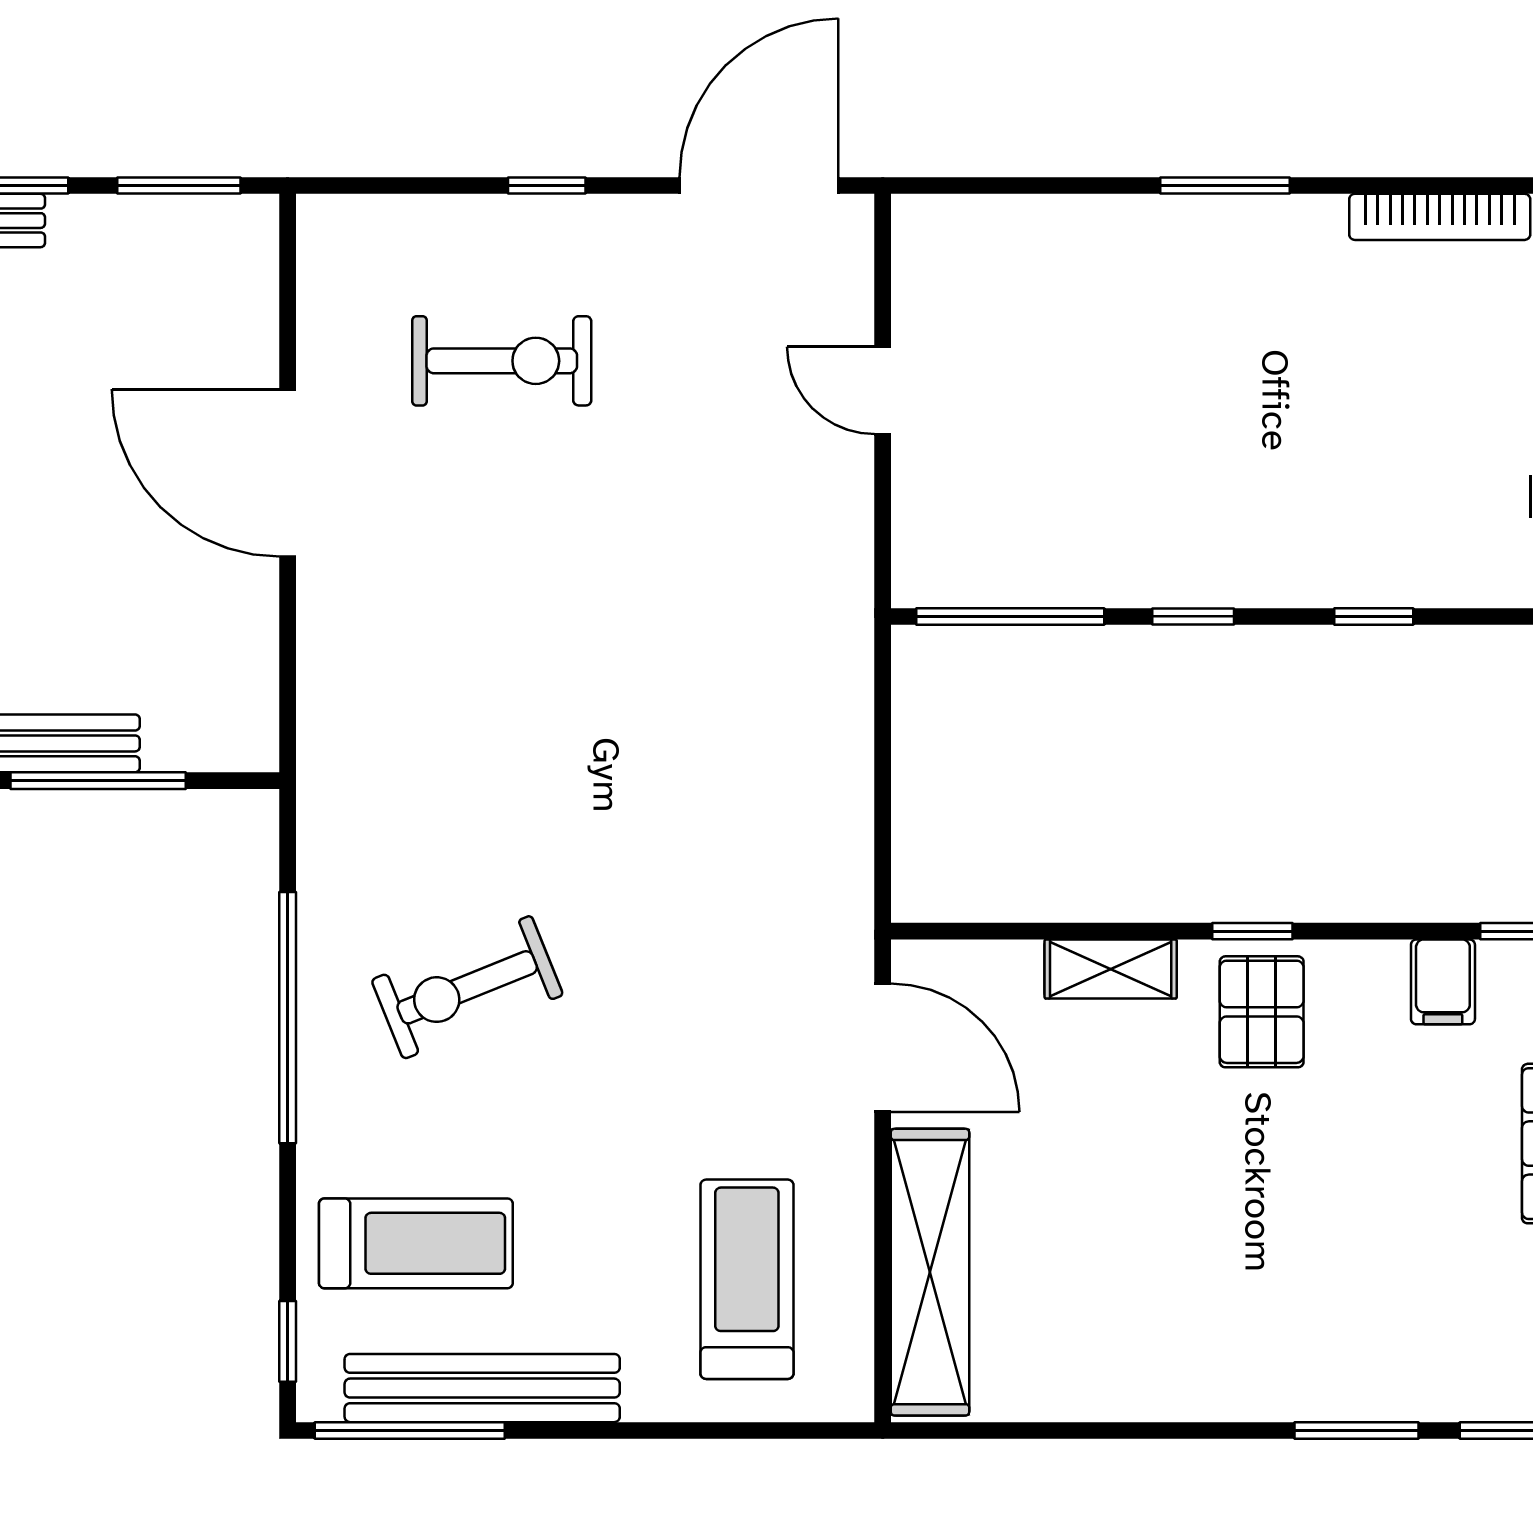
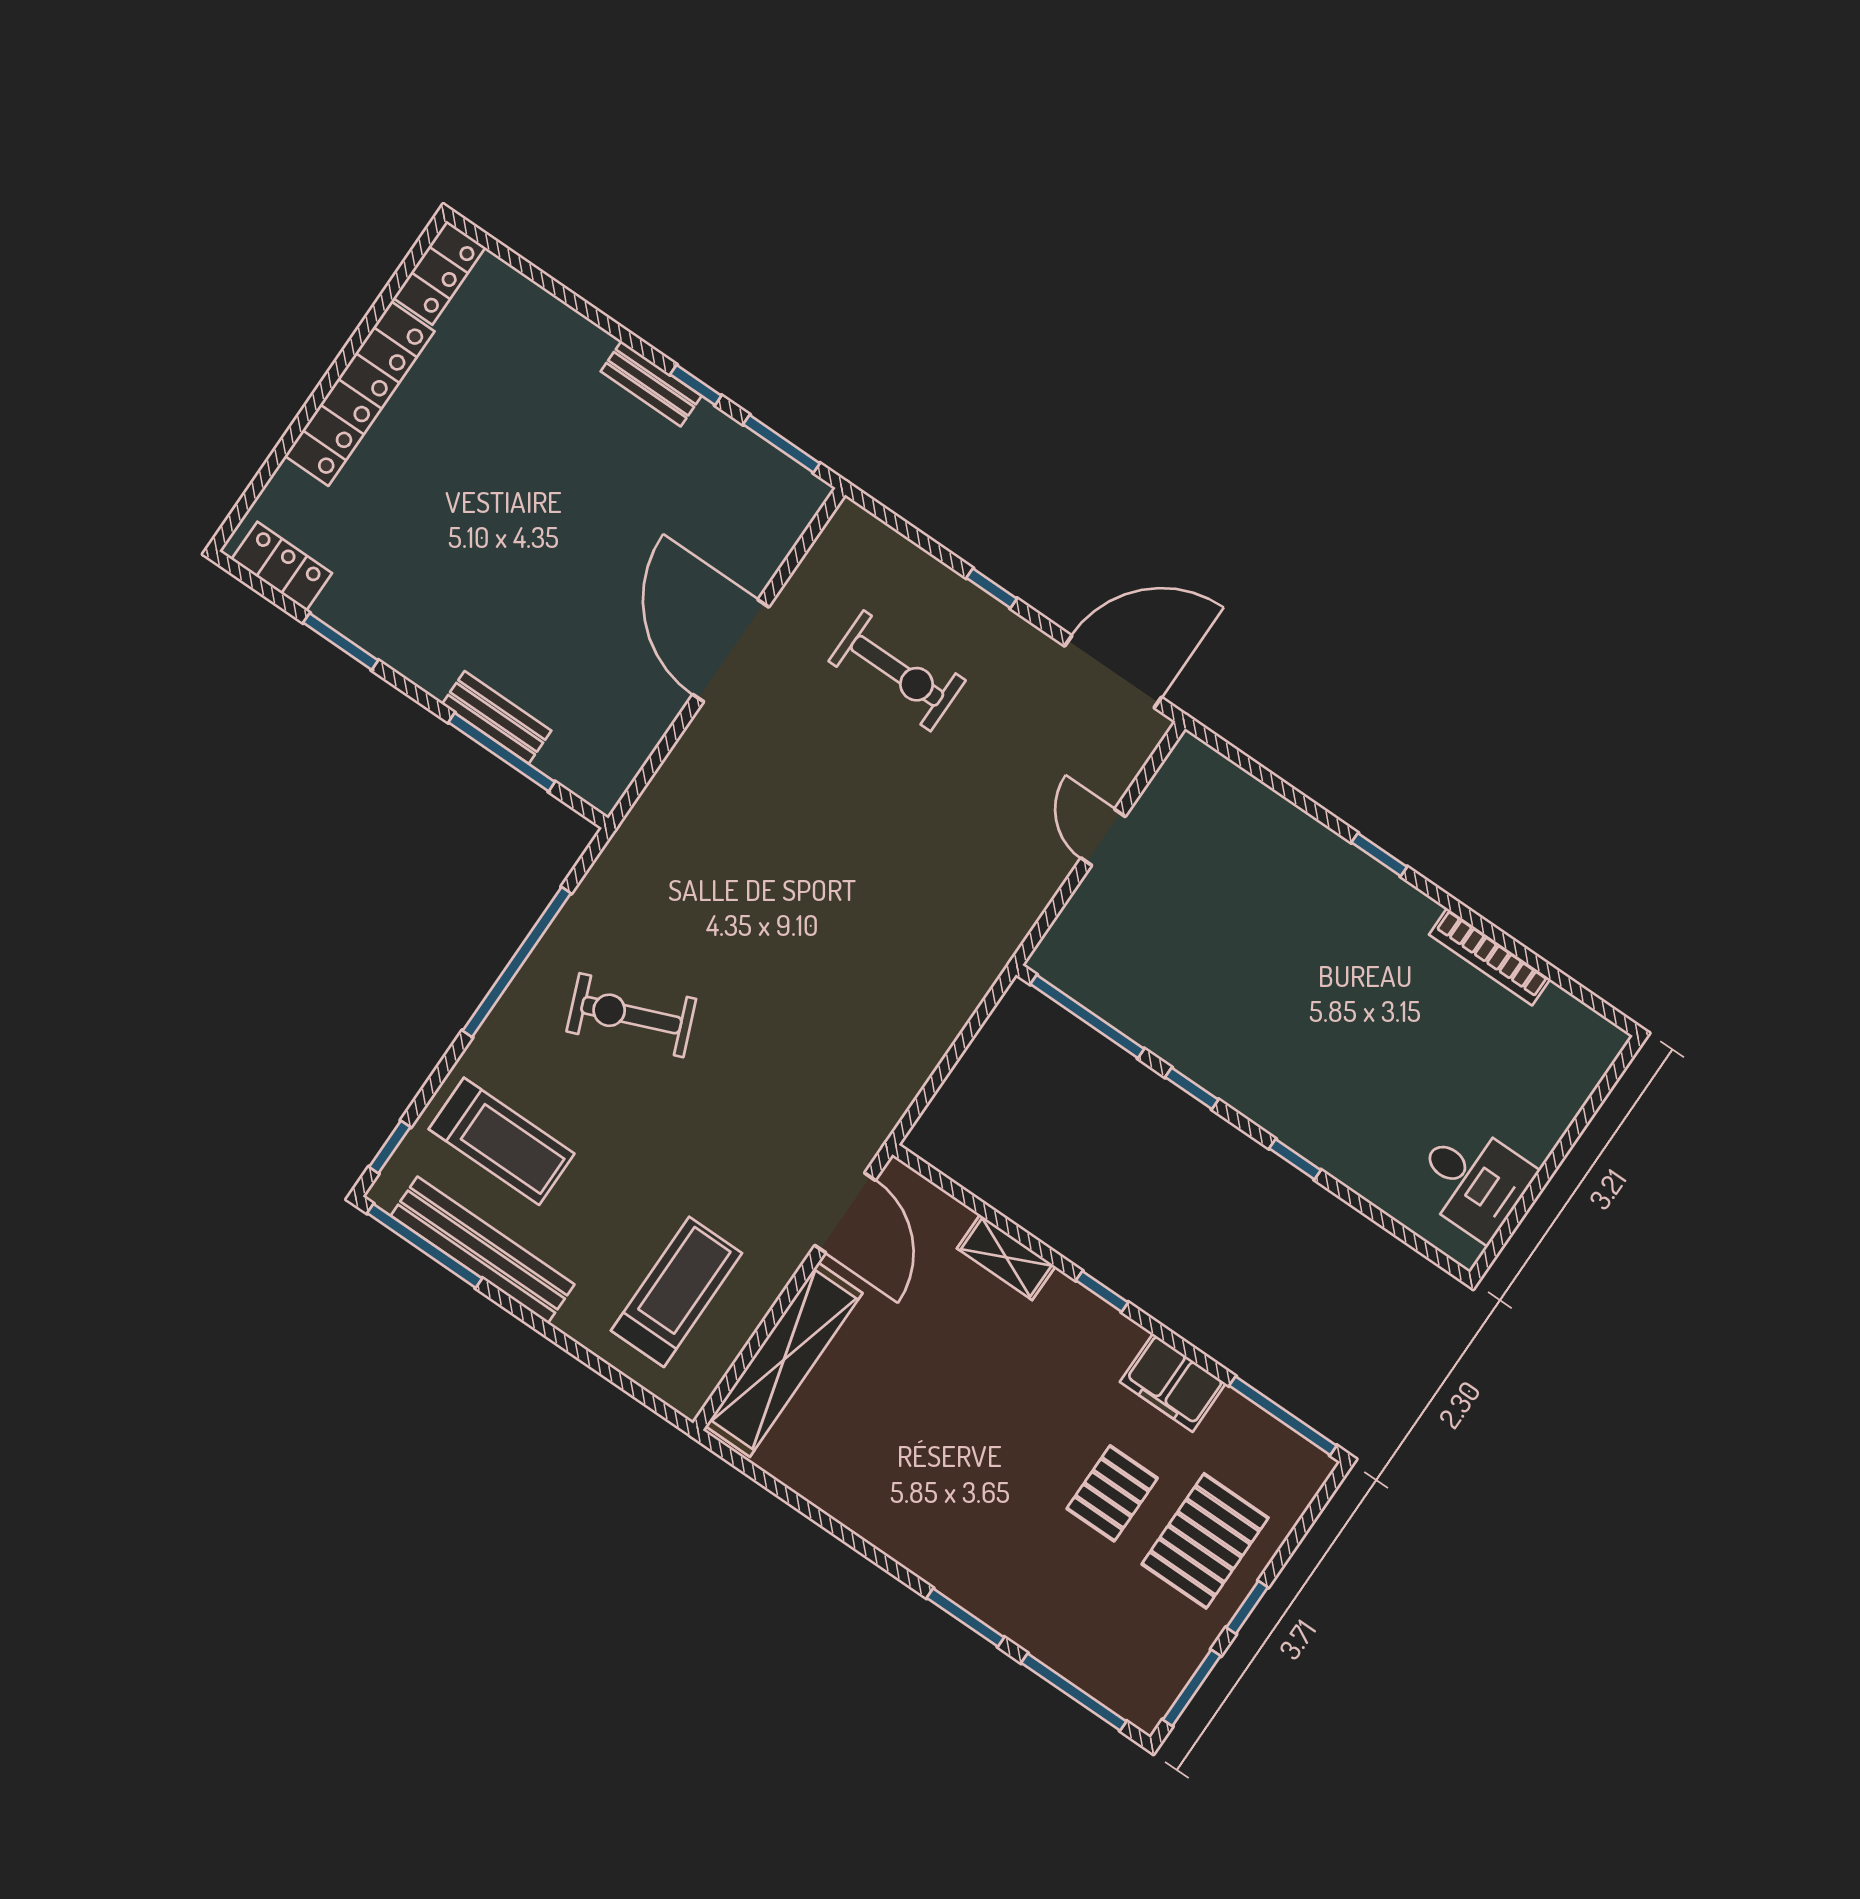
window: (1225, 186) -> (1379, 855), width x0.67
filing cabinet: (1443, 982) -> (1173, 1383), width x2.00
pallet: (1262, 1012) -> (1112, 1493), moved

